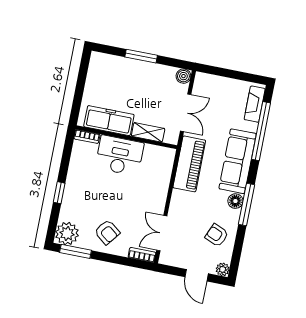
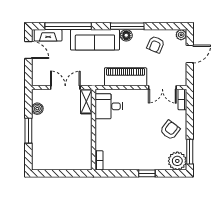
boiler: (183, 76) -> (37, 109), moved
door: (241, 76) -> (28, 50), added
freezer: (109, 121) -> (83, 146), removed
shelving: (148, 132) -> (86, 101), moved
desk: (120, 155) -> (109, 106), moved, width x0.73
piano: (189, 164) -> (126, 77), moved

